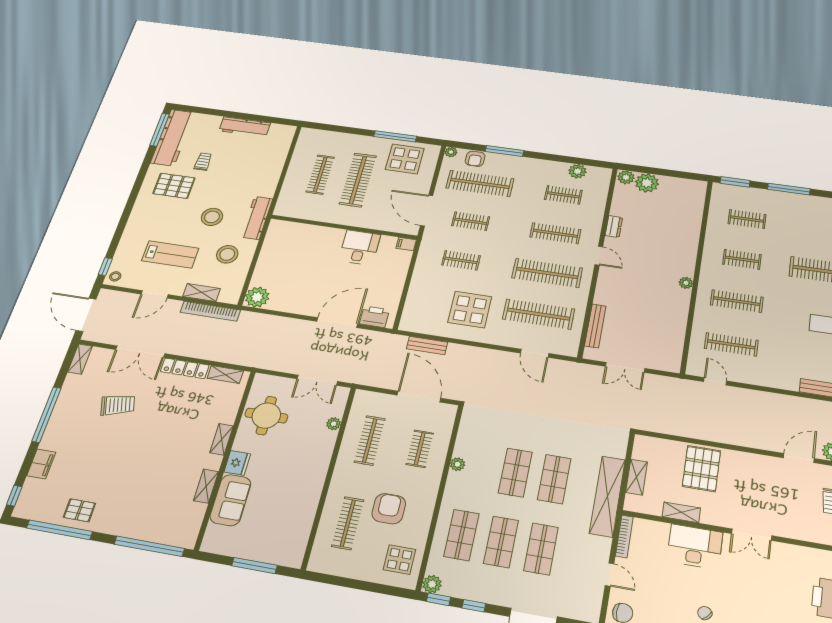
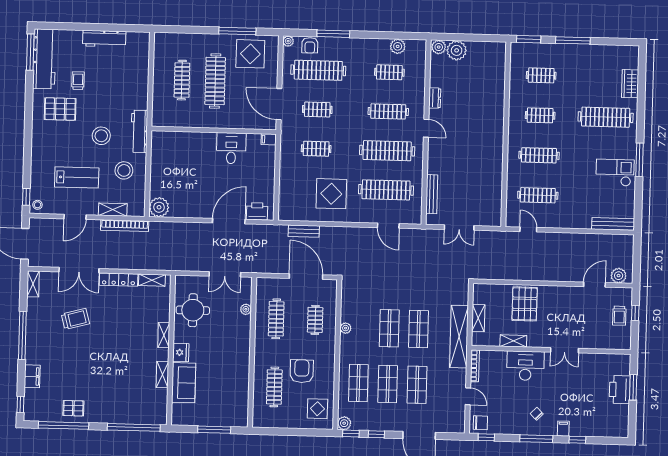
plant: (686, 283) -> (498, 144), removed

